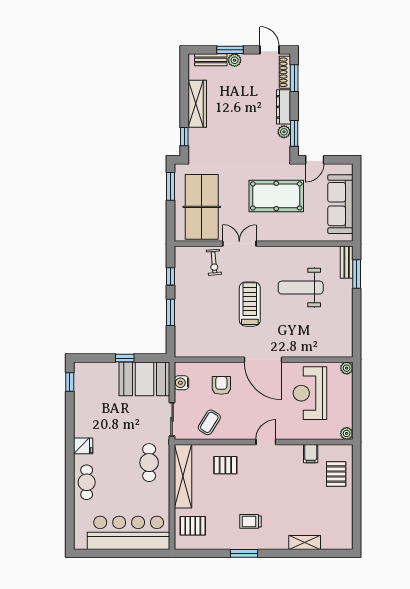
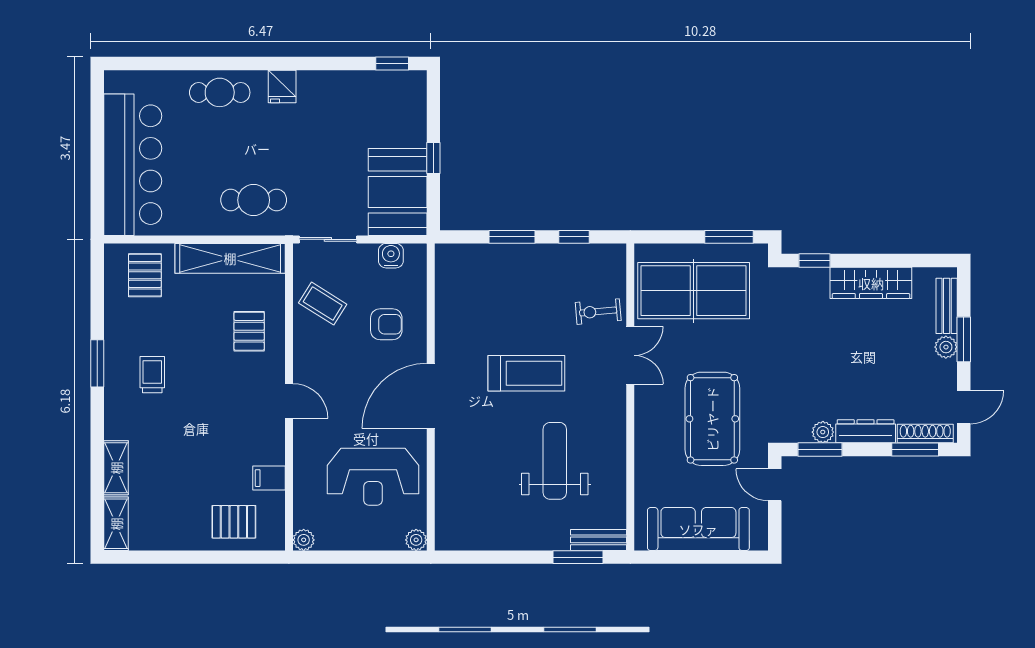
reception desk: (310, 393) -> (373, 477), turned 180
shelving: (337, 543) -> (116, 524), added

